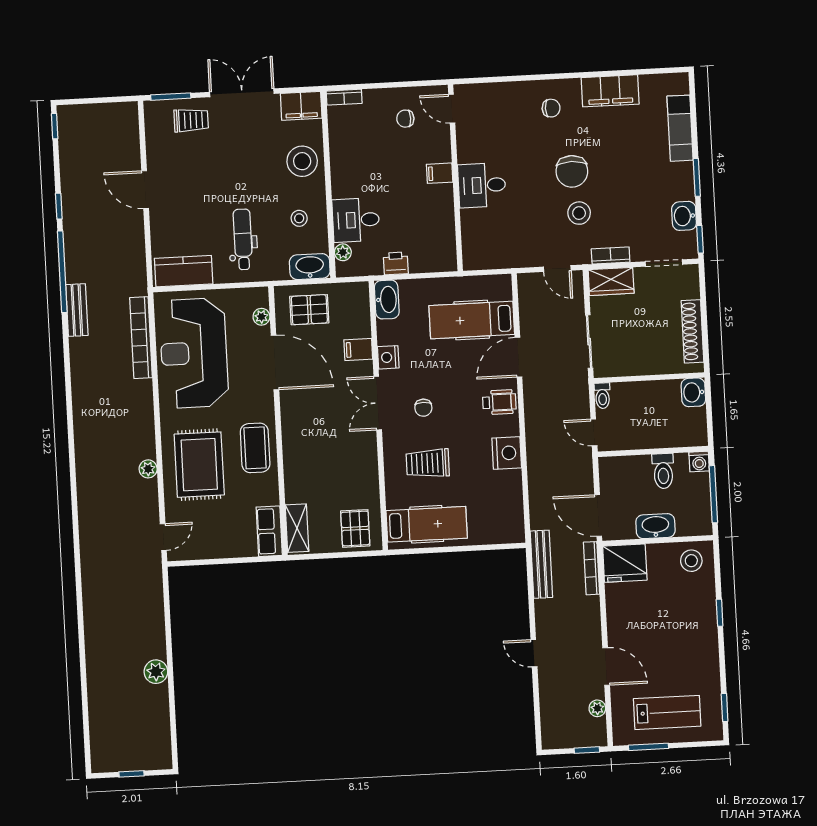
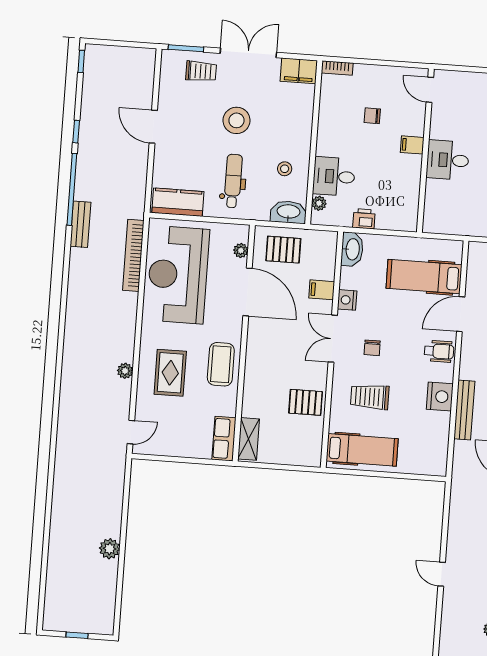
chair: (405, 119) -> (372, 116), moved
stool: (302, 161) -> (236, 120), moved
rug: (199, 465) -> (170, 373), width x0.73, depth x0.70
pallet: (355, 528) -> (306, 402), moved, turned 90
bench: (541, 564) -> (464, 410), moved

